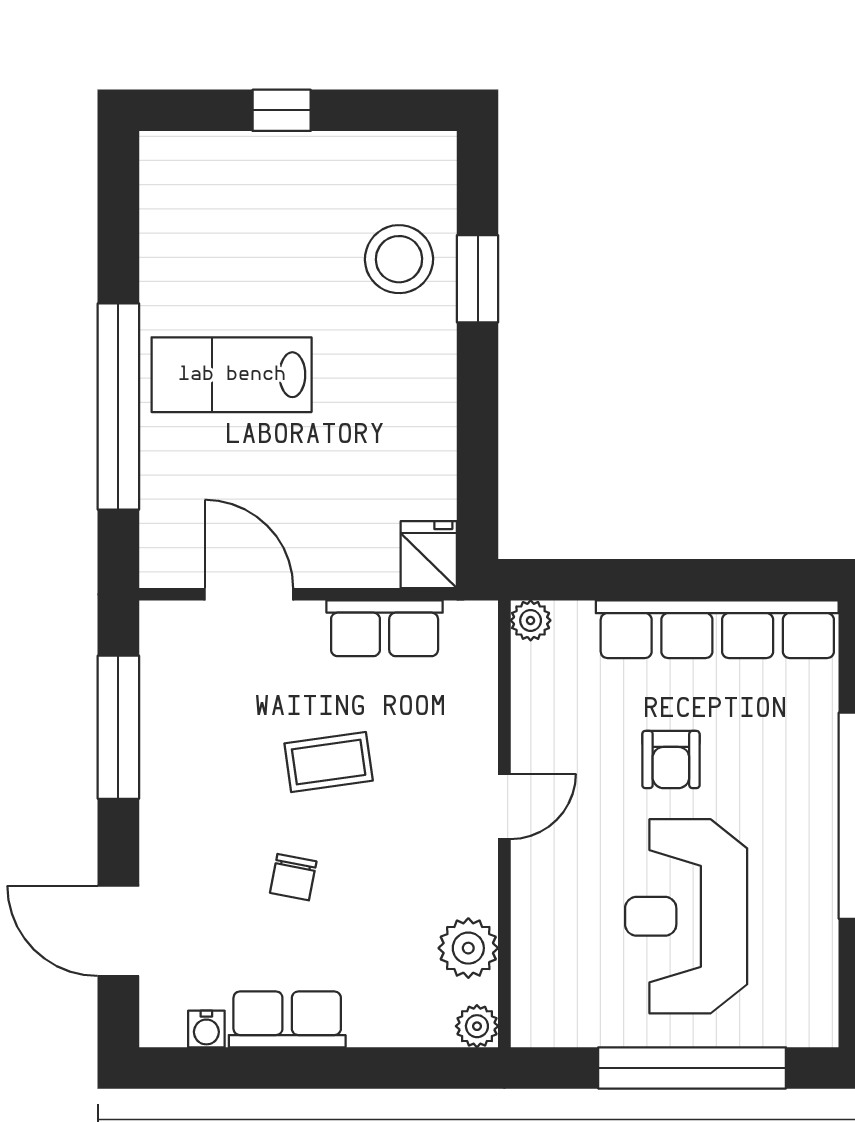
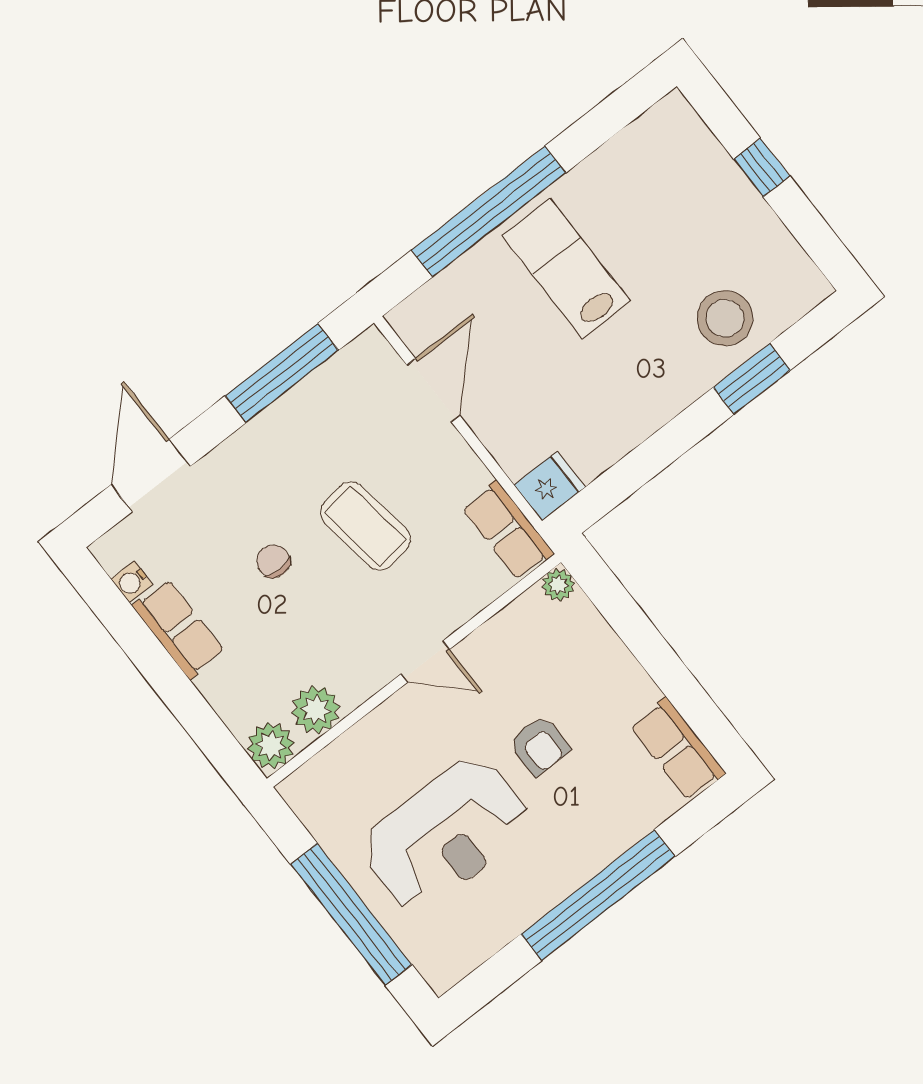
row of seats: (385, 628) -> (508, 530), moved
row of seats: (717, 629) -> (678, 749), width x0.50
armchair: (671, 760) -> (539, 745), turned -90
coffee table: (329, 762) -> (365, 526), width x1.36, depth x1.30
chair: (293, 877) -> (273, 561), turned 79
reception desk: (686, 916) -> (446, 834), turned 180
plant: (477, 1026) -> (271, 746), width x1.38, depth x1.38

